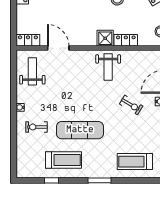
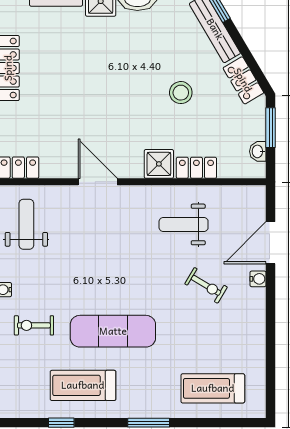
door: (58, 48) -> (98, 182), moved
weight bench: (108, 67) -> (184, 224), moved, turned 90
treadmill: (63, 160) -> (83, 385), turned 180

